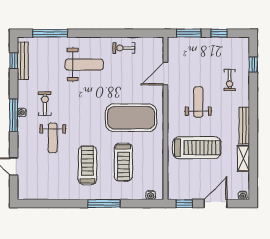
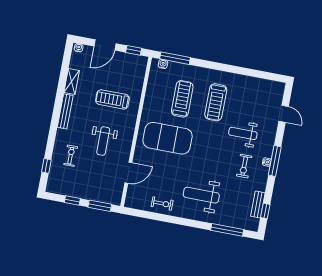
bench: (23, 61) -> (258, 205), width x0.73
weight bench: (53, 138) -> (243, 133), turned -90
treadmill: (197, 148) -> (112, 99), width x0.73, depth x0.73
window: (104, 204) -> (175, 58), moved

